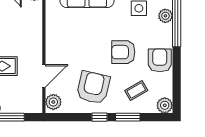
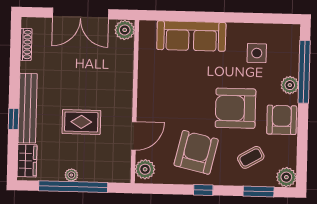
plant: (165, 16) -> (290, 85), moved
armchair: (123, 52) -> (236, 108), width x1.36, depth x1.36
window: (128, 117) -> (259, 192), moved

